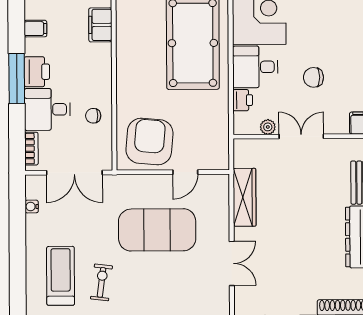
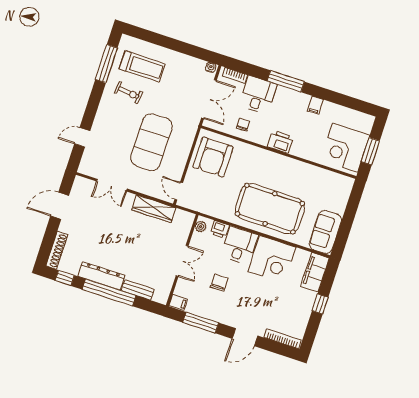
filing cabinet: (100, 25) -> (303, 150), removed
printer: (37, 72) -> (280, 142), moved, turned 180
plant: (268, 127) -> (201, 226), moved
armchair: (149, 141) -> (213, 157), turned 85
door: (185, 172) -> (179, 191), moved
double door: (74, 173) -> (209, 99), swing flipped
water cooler: (32, 206) -> (211, 67), moved

